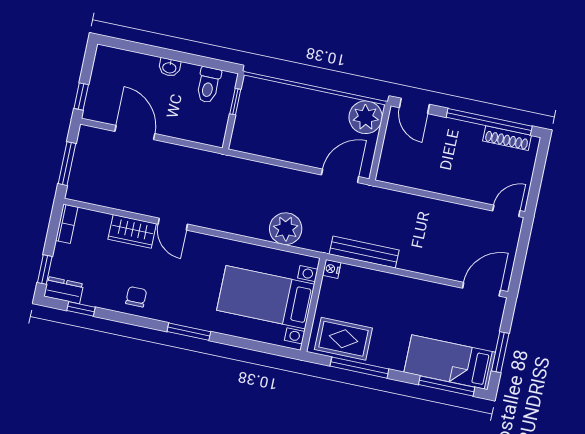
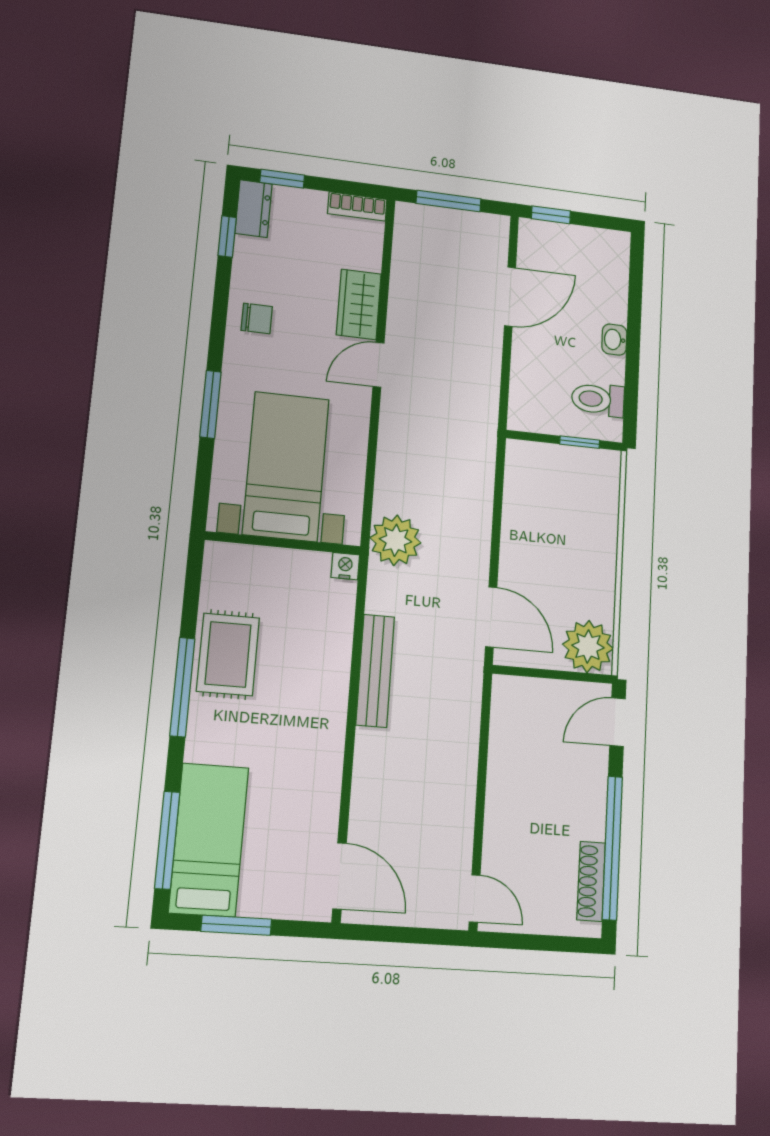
nightstand: (332, 269) -> (345, 566), moved
bed with nightstands: (266, 297) -> (286, 466), moved
wall: (313, 305) -> (283, 543), moved

